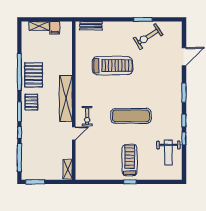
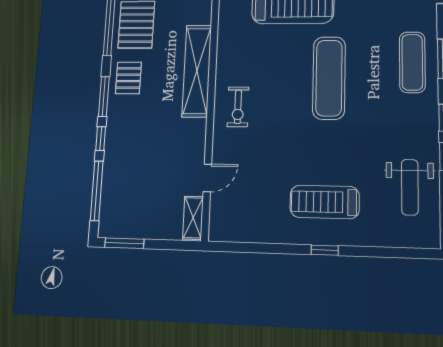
exercise mat: (170, 94) -> (412, 62), added
exercise mat: (131, 116) -> (329, 78), moved, turned 90
door: (74, 133) -> (207, 178), moved
treadmill: (130, 160) -> (325, 202), turned -90

